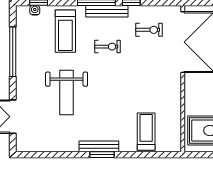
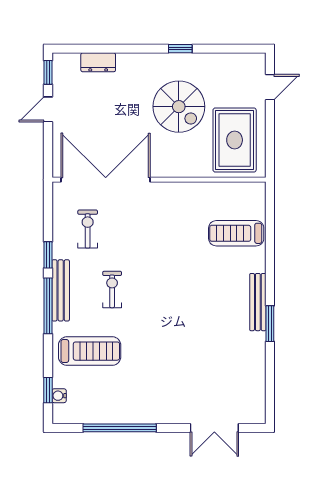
weight bench: (67, 92) -> (179, 349), removed
window: (102, 155) -> (270, 324), moved

